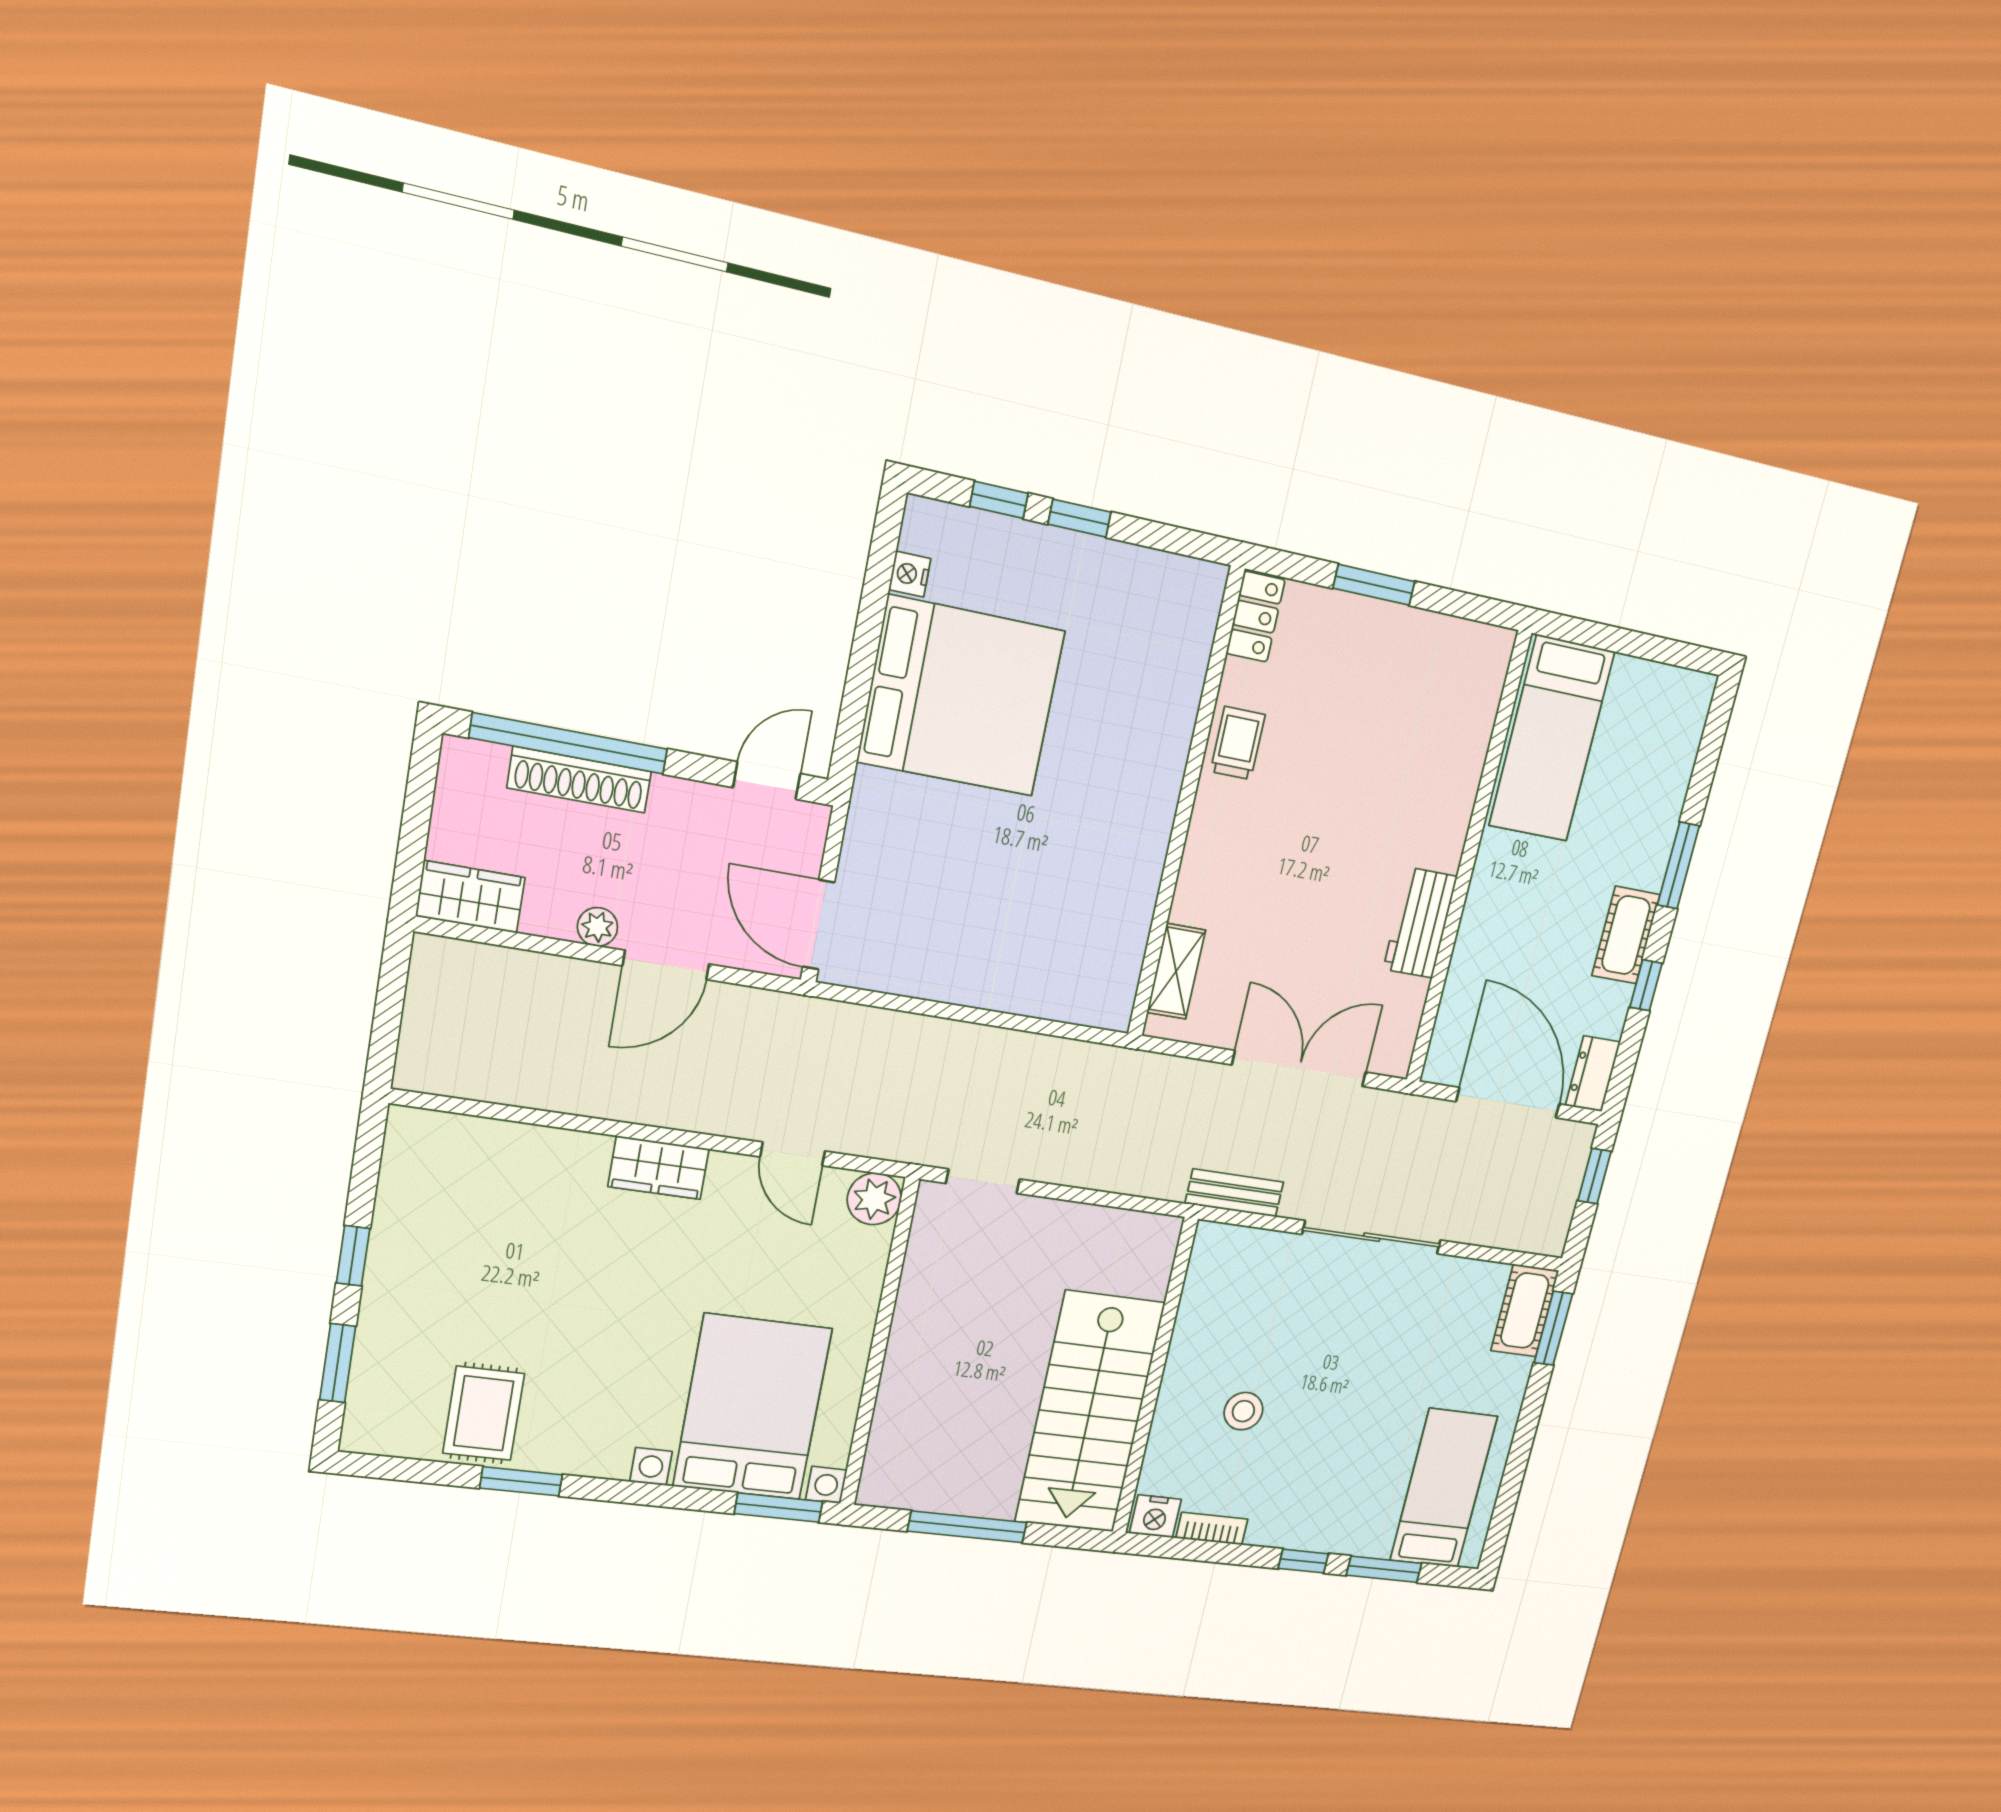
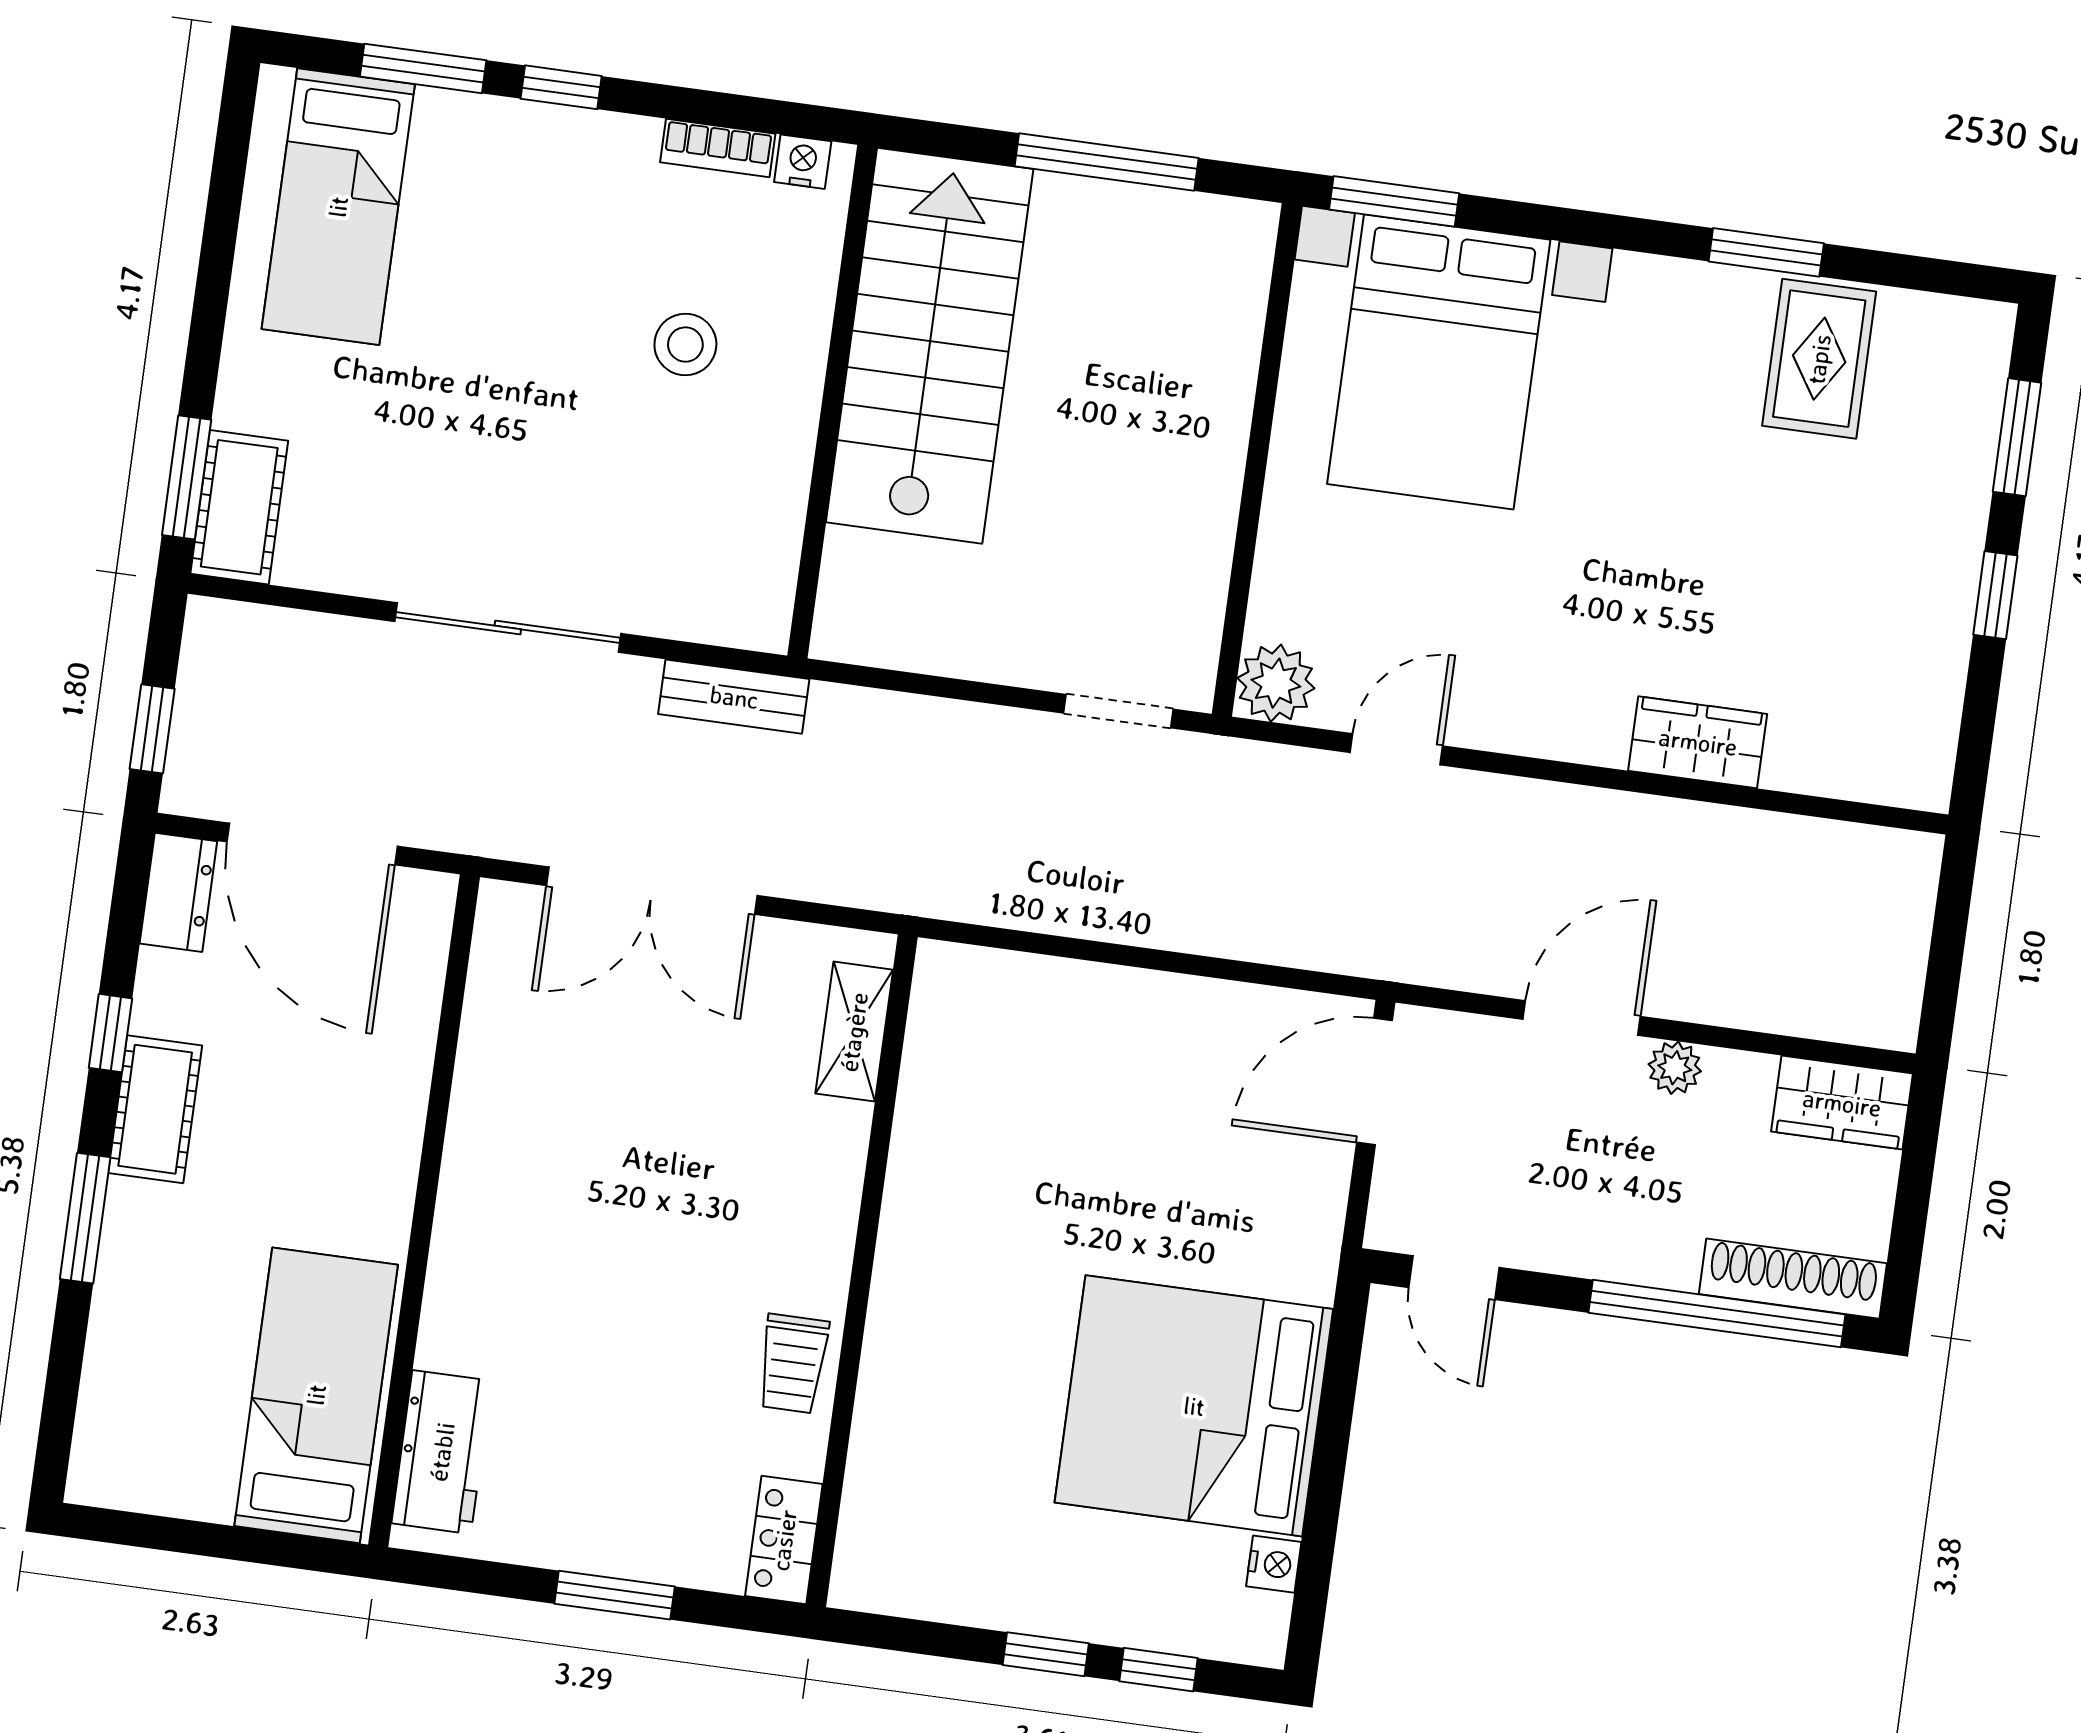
shoe rack: (579, 780) -> (1793, 1279), moved
door: (767, 781) -> (1454, 1278), hinge flipped
workbench: (1420, 923) -> (442, 1452), moved
door: (819, 925) -> (1374, 1082), swing flipped
door: (793, 1154) -> (1396, 749), hinge flipped
wardrobe: (659, 1168) -> (1698, 742), moved
nightstand: (1155, 1516) -> (803, 162), width x0.72, depth x0.74

